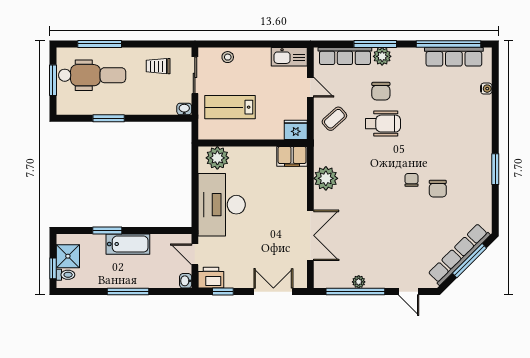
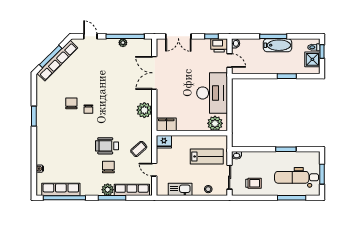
kitchen sink: (289, 57) -> (180, 189), moved
bathtub: (128, 244) -> (278, 45), moved, turned 180

